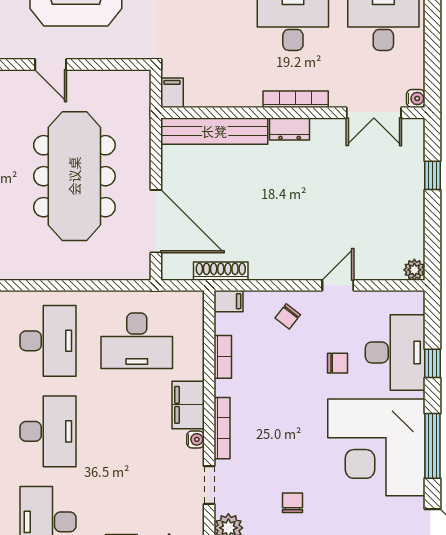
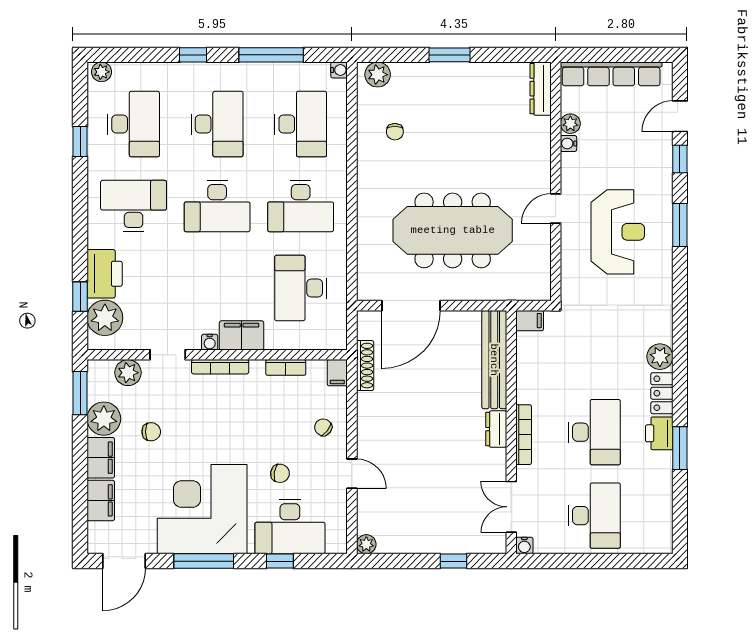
chair: (338, 363) -> (280, 473), turned -81

